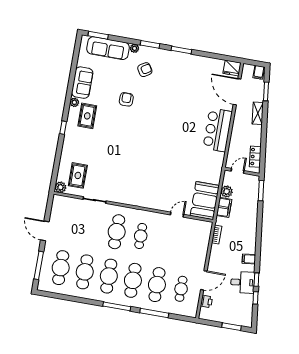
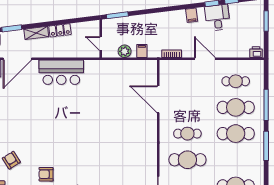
locker: (255, 157) -> (60, 30), moved
booth: (205, 201) -> (138, 73), removed
filing cabinet: (224, 207) -> (142, 51), width x0.50
door: (177, 215) -> (158, 99), width x1.88
cafe table: (109, 276) -> (236, 160), removed
door: (204, 280) -> (205, 59), moved
printer: (206, 301) -> (256, 52), moved

